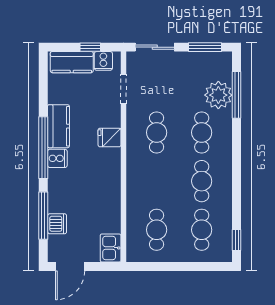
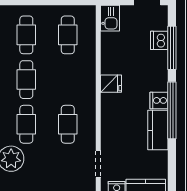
fridge: (110, 138) -> (111, 84), moved

